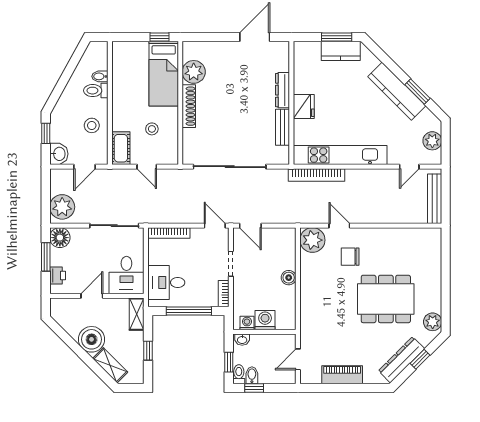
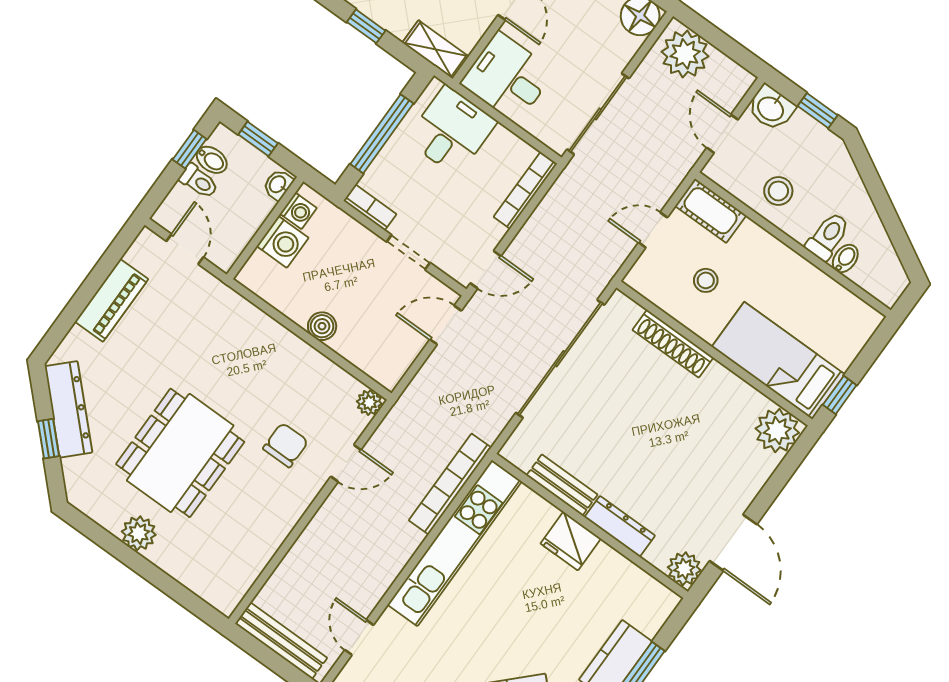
plant: (281, 50) -> (684, 569), added
plant: (194, 72) -> (777, 431), moved
shoe rack: (189, 106) -> (673, 344), moved
plant: (312, 240) -> (369, 403), width x0.53, depth x0.53
plant: (433, 322) -> (139, 533), moved
toilet: (239, 374) -> (199, 181), moved

